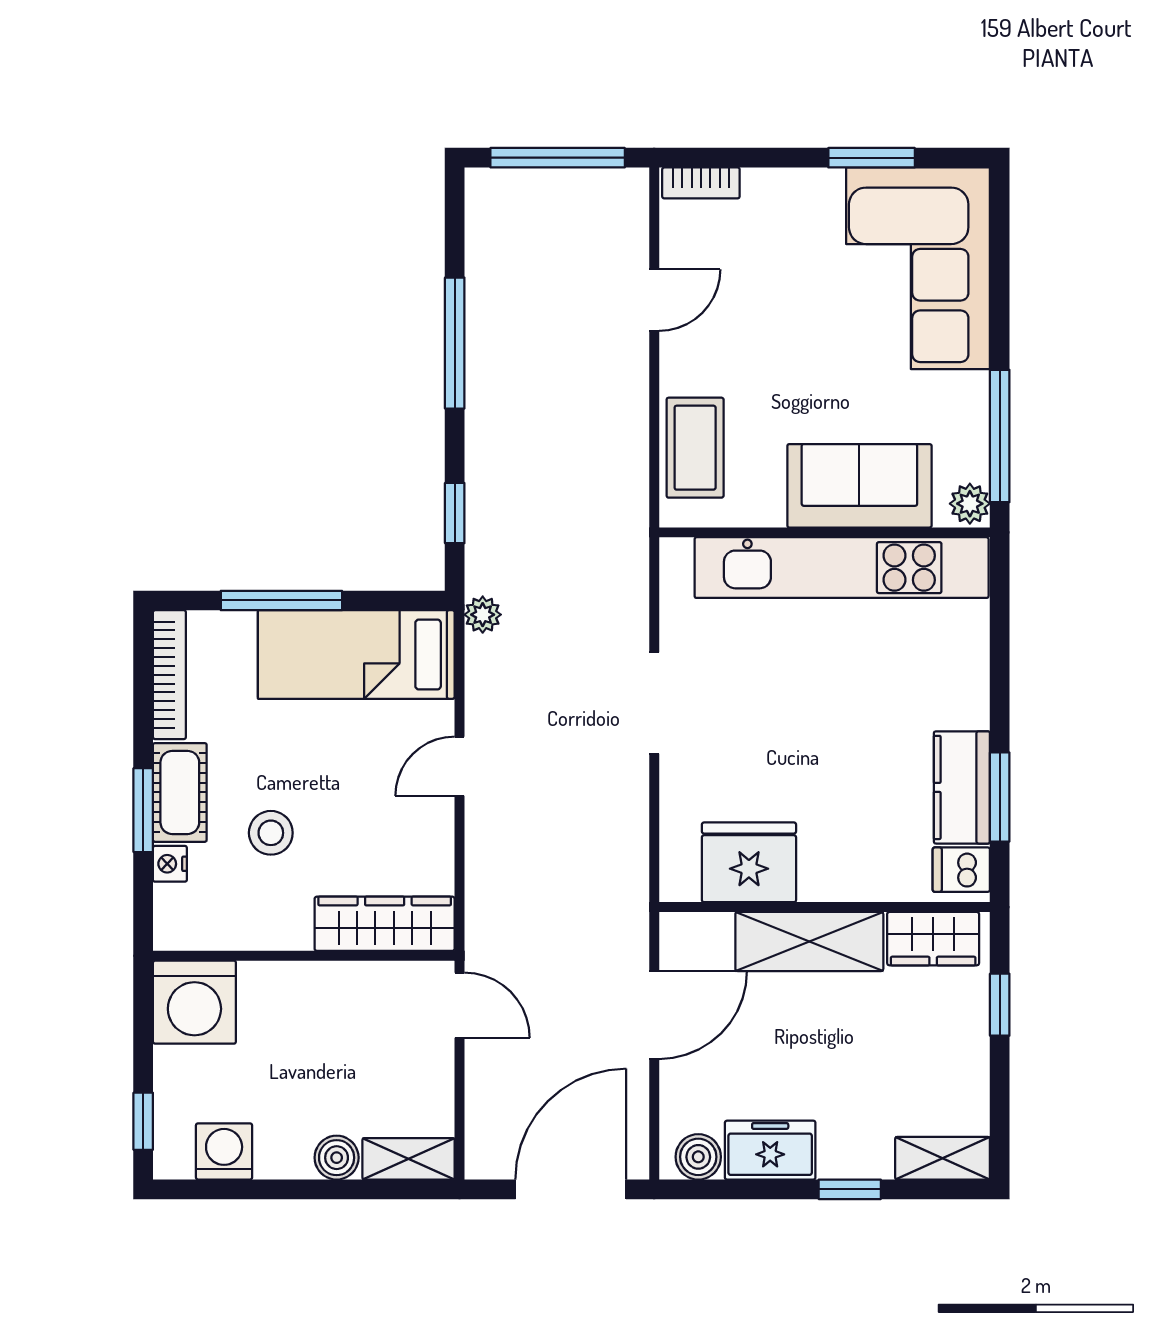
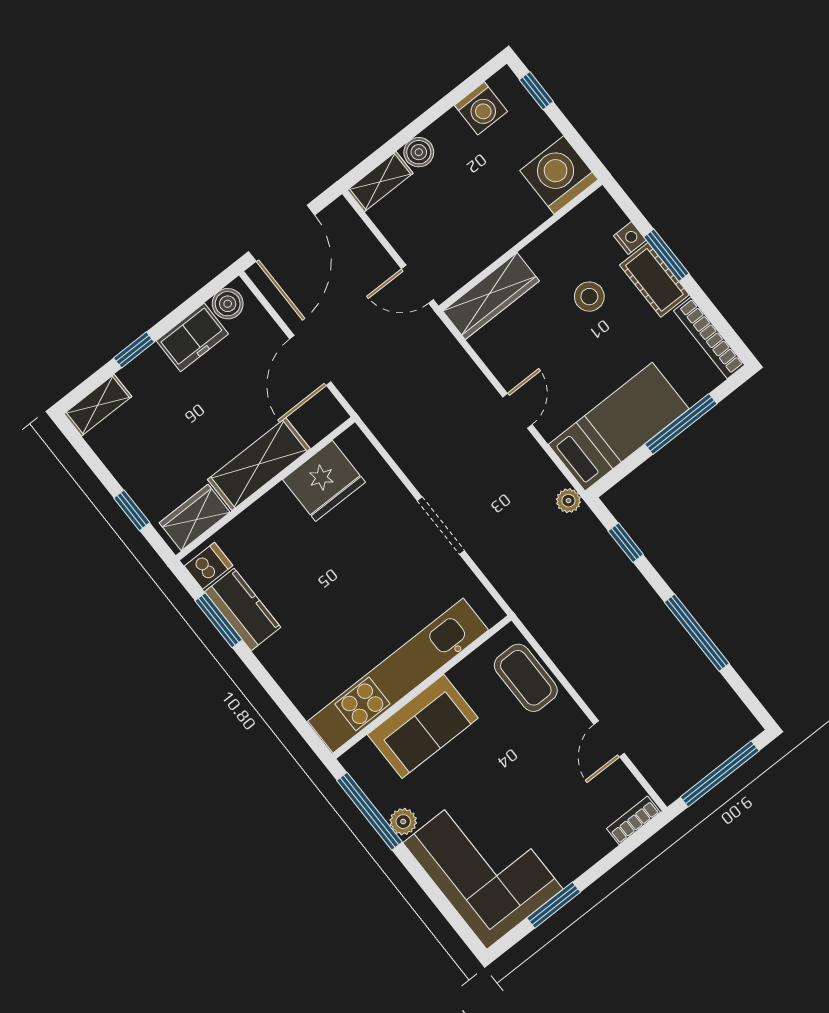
plant: (970, 504) -> (403, 822), moved

